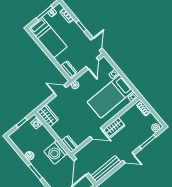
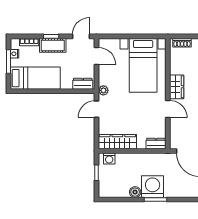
cot: (77, 32) -> (53, 45), added
door: (96, 44) -> (81, 36), hinge flipped
wardrobe: (48, 116) -> (117, 142), width x1.50
door: (96, 133) -> (168, 109), hinge flipped
washing machine: (56, 152) -> (153, 187), moved, turned 180

